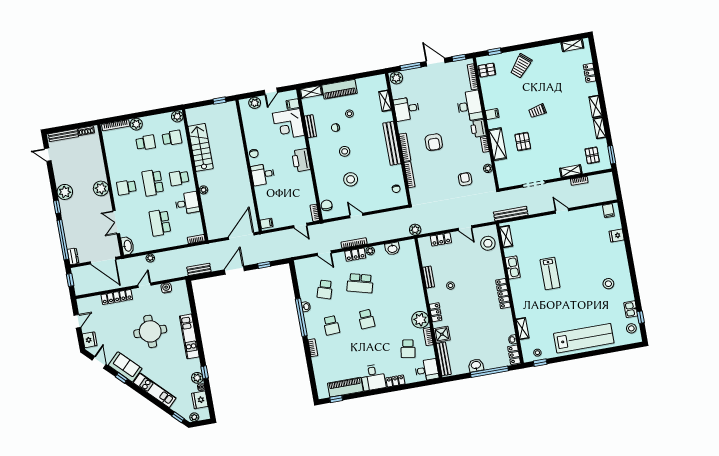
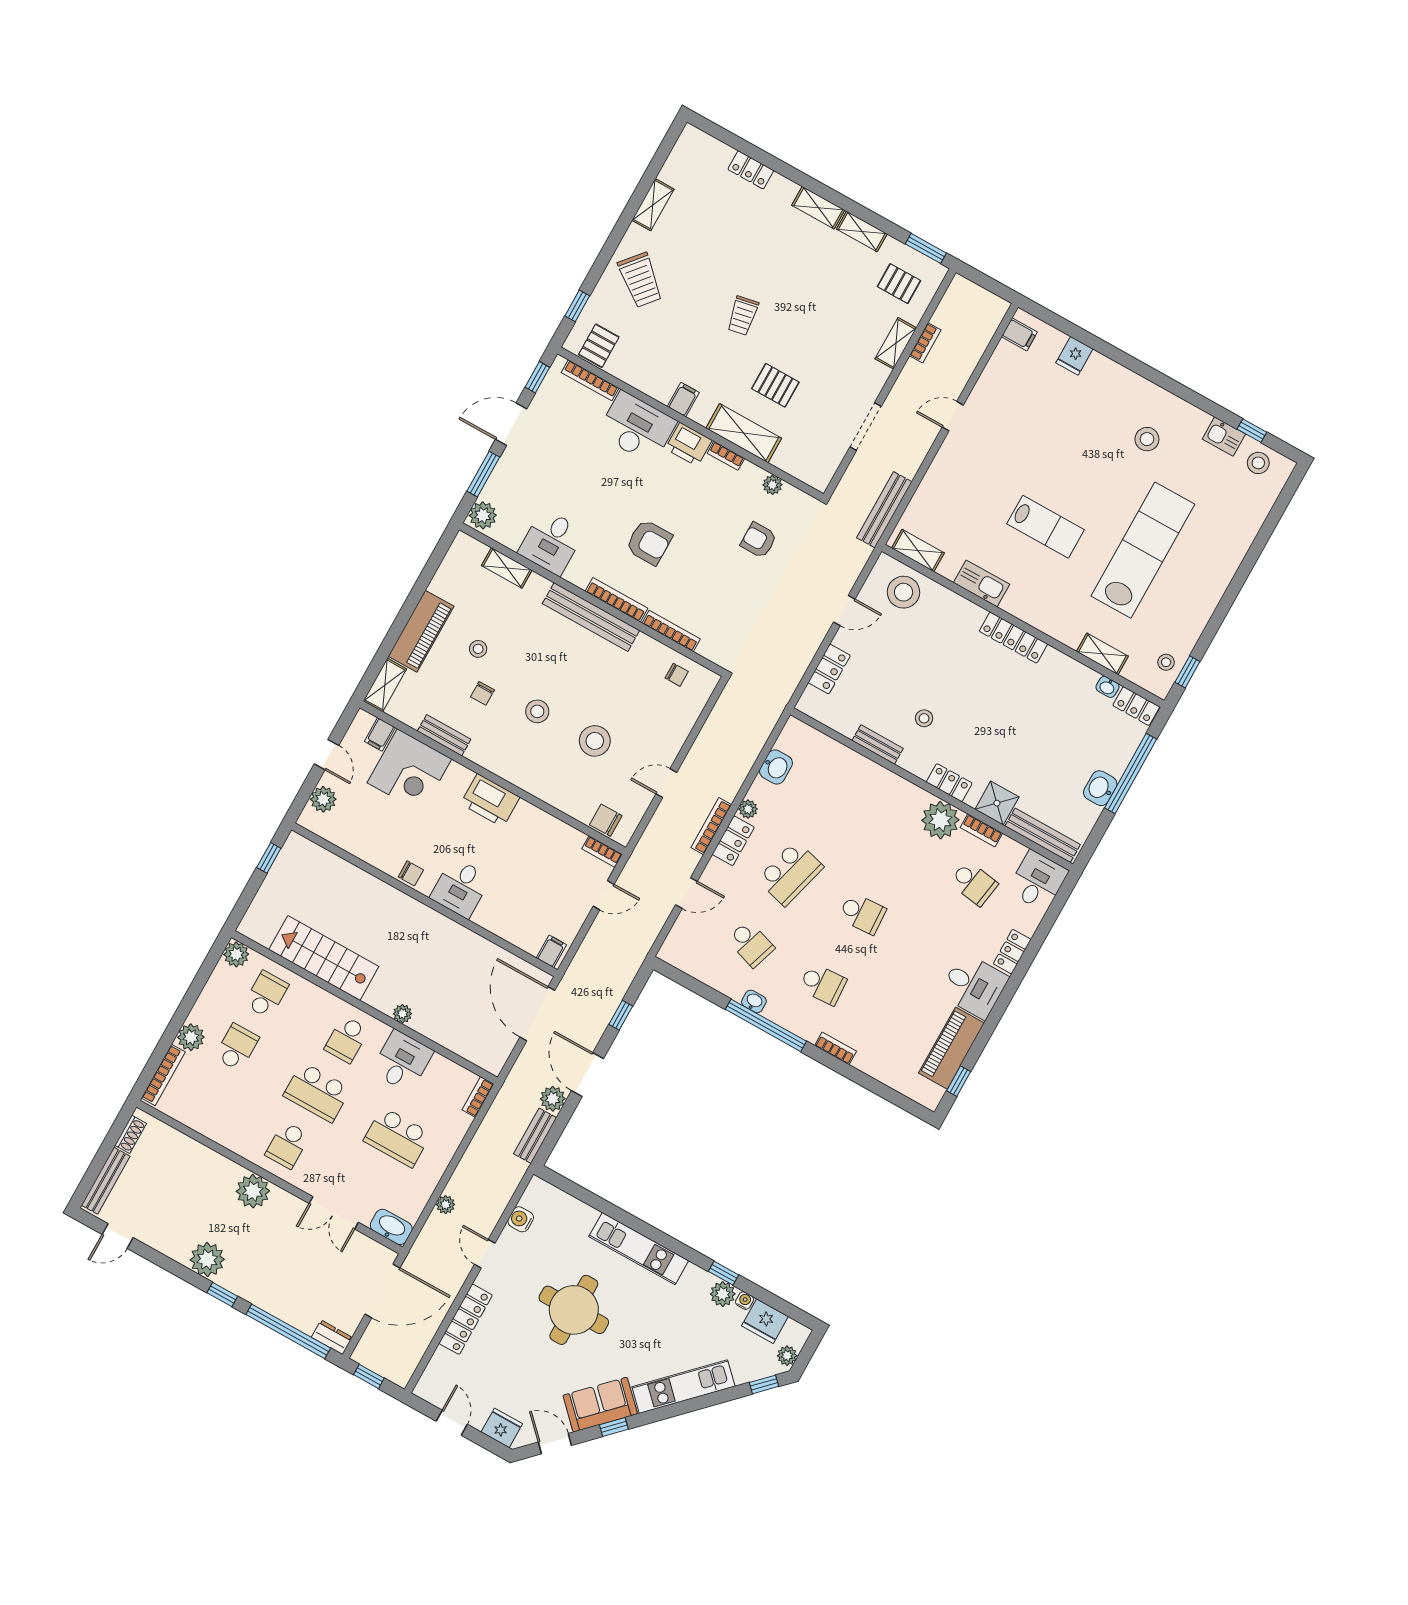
shelving: (572, 45) -> (653, 205), moved
plant: (415, 230) -> (553, 1099), moved
lab bench: (584, 338) -> (1143, 550), moved

